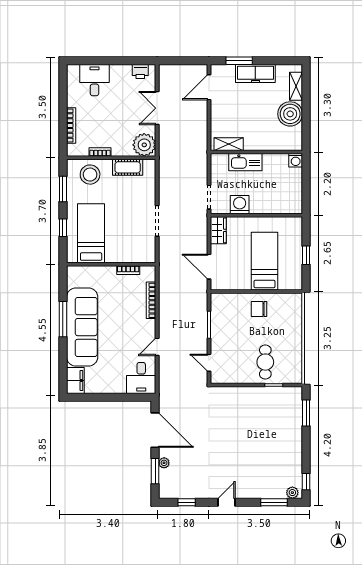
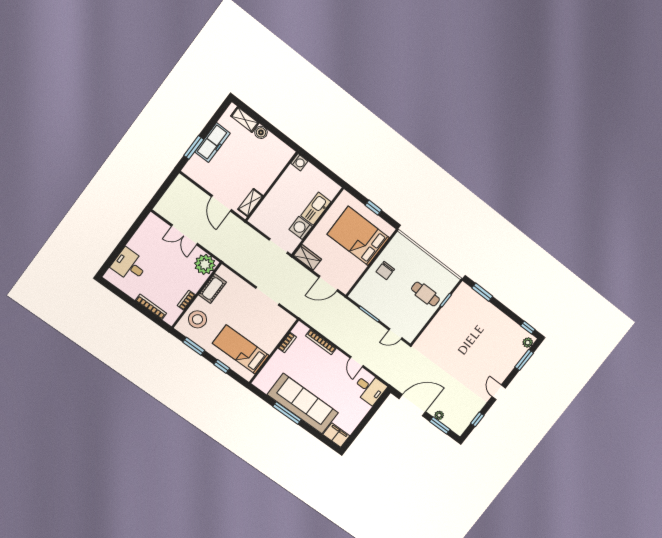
printer: (140, 71) -> (148, 227), removed
door: (209, 87) -> (221, 203), moved
boiler: (290, 114) -> (261, 132), width x0.54, depth x0.54
kitchen sink: (245, 162) -> (316, 209), moved, turned 180
bed: (265, 261) -> (358, 236), width x1.50

